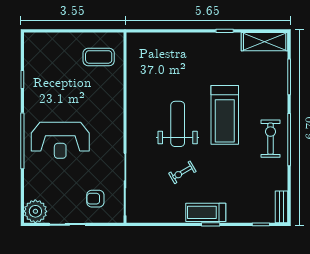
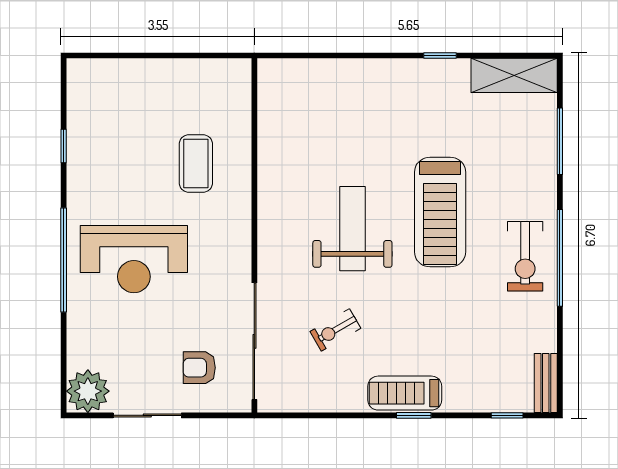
coffee table: (99, 57) -> (196, 164), moved, turned 90
exercise bike: (270, 139) -> (525, 256), turned 180
exercise bike: (182, 172) -> (335, 330), moved

